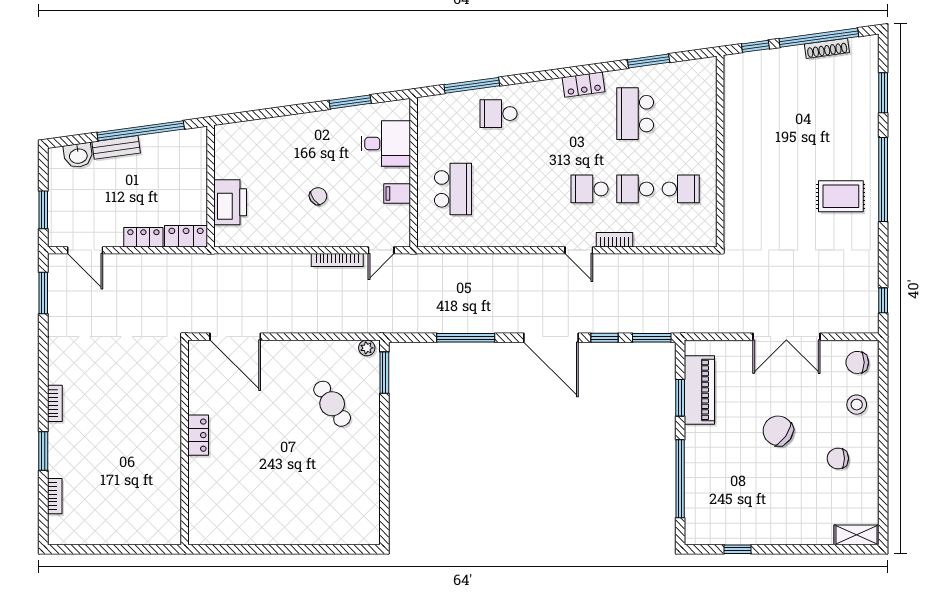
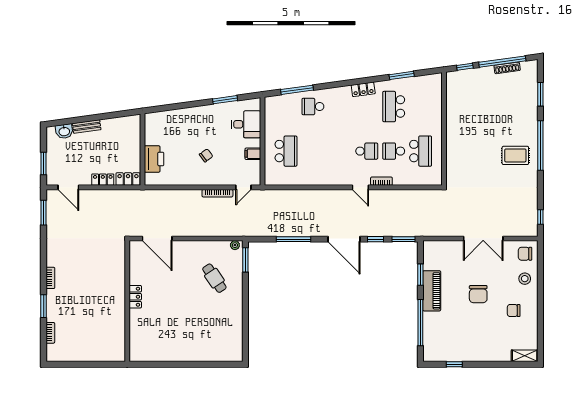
window: (141, 131) -> (101, 117), removed
school desk: (590, 189) -> (367, 151), turned 180
school desk: (681, 189) -> (421, 151), width x1.85
piano: (699, 390) -> (432, 291), moved
chair: (778, 431) -> (478, 294), turned -125

